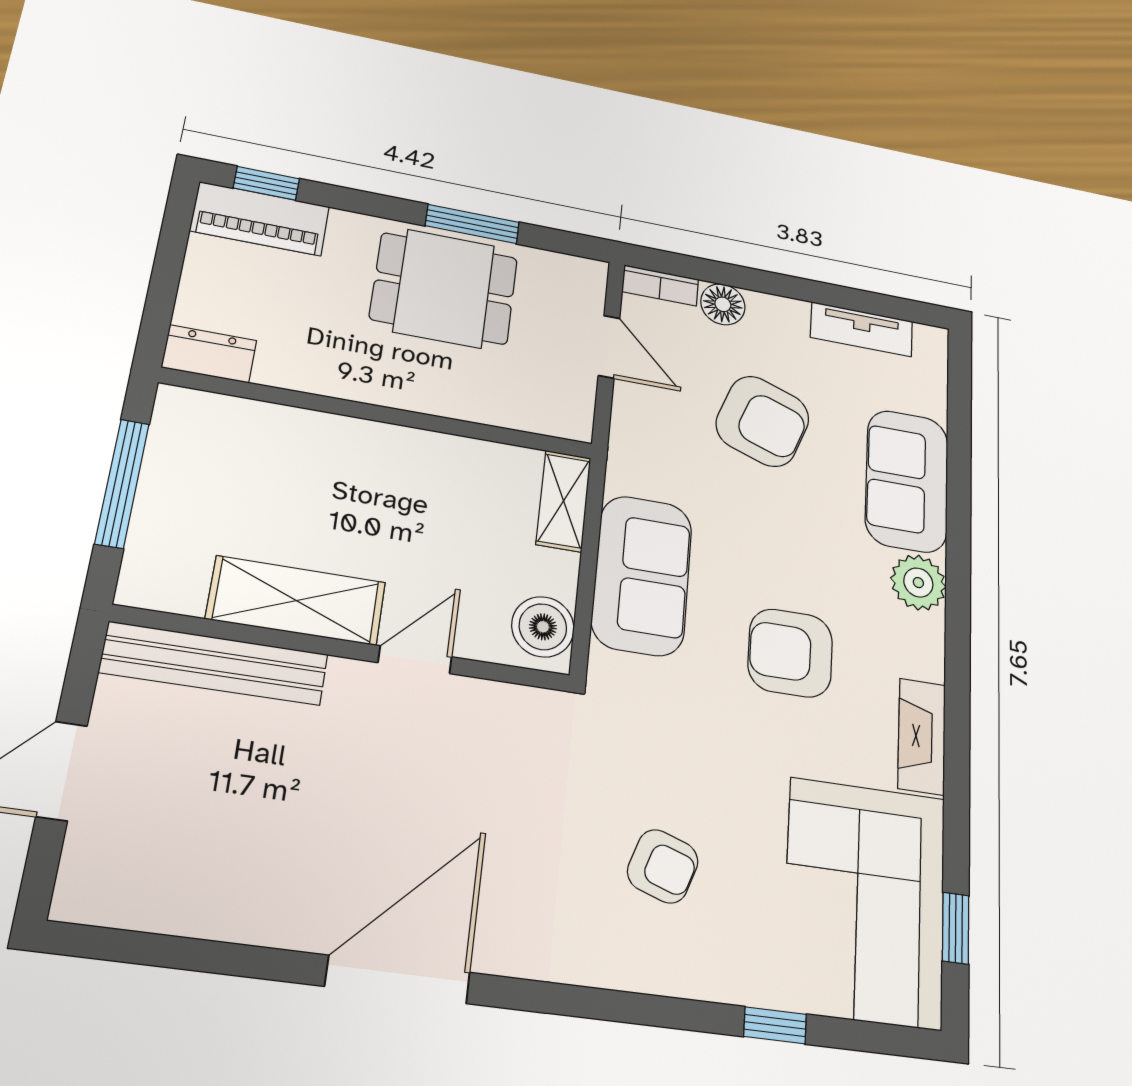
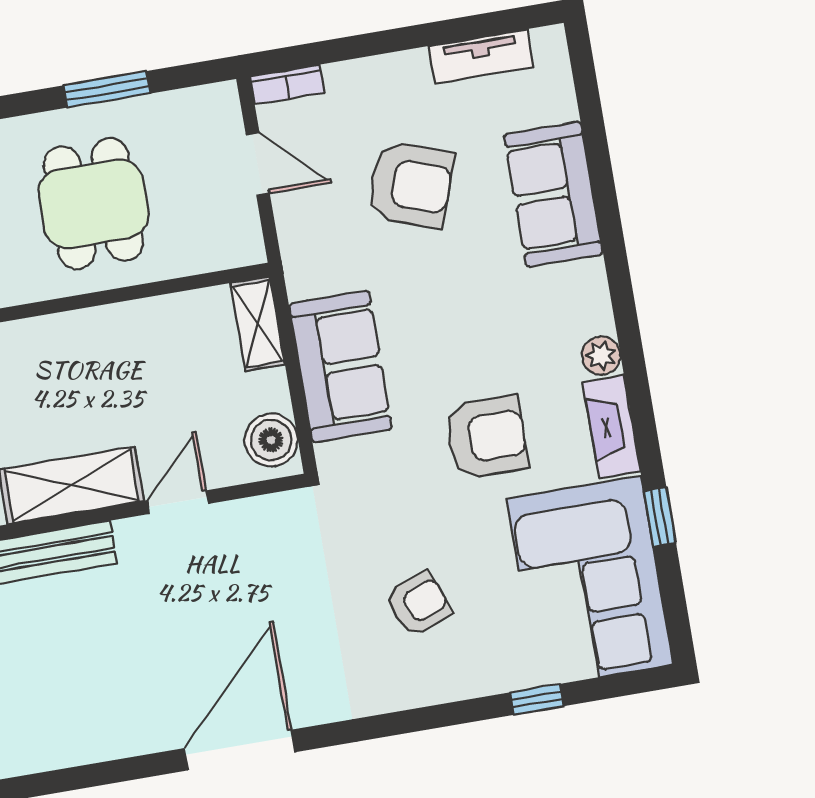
dining table: (444, 288) -> (93, 204), moved, turned 90
floor lamp: (723, 304) -> (348, 81), removed
plant: (918, 583) -> (601, 356), moved, width x0.73, depth x0.73
armchair: (790, 653) -> (487, 437), moved, turned 180
armchair: (663, 866) -> (419, 604), turned -40
window: (956, 928) -> (660, 517), moved

